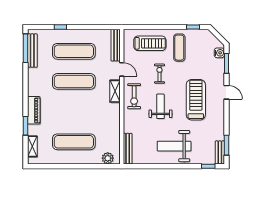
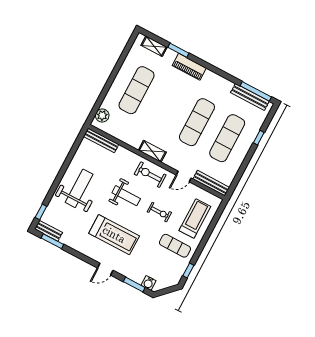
treadmill: (150, 43) -> (195, 219), turned 180
shelving: (115, 91) -> (152, 151), moved

